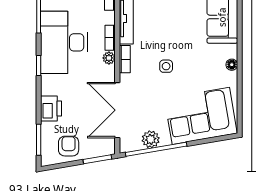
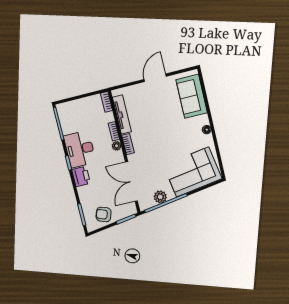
desk: (64, 42) -> (80, 149), width x0.73, depth x0.77
side table: (166, 66) -> (159, 142), removed
printer: (51, 108) -> (81, 176), moved
armchair: (69, 146) -> (104, 214), turned -71

